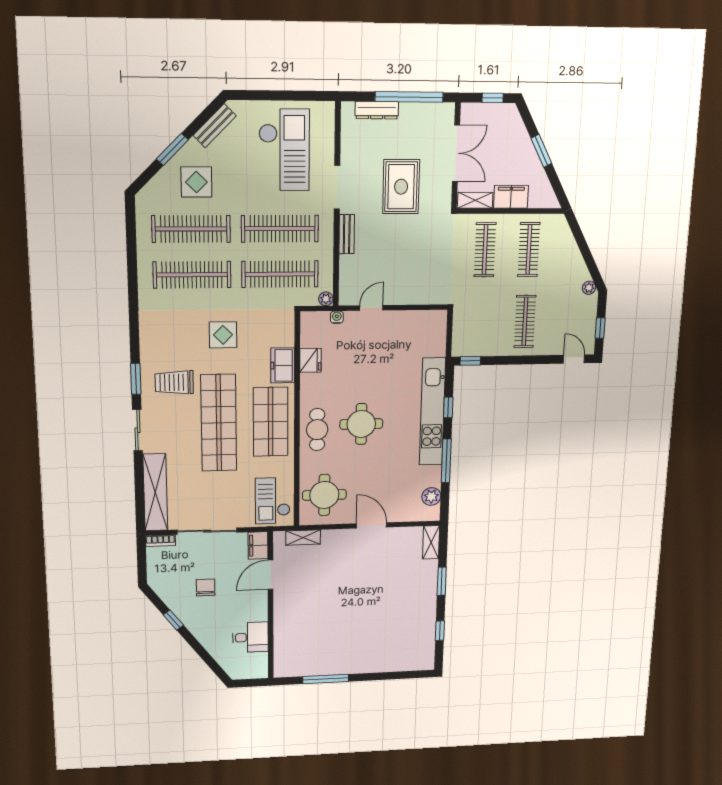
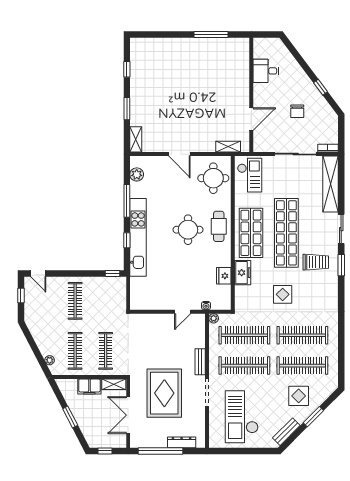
rug: (401, 187) -> (164, 393), width x1.37, depth x1.44
plant: (589, 288) -> (50, 360), moved
filing cabinet: (258, 545) -> (260, 142), removed

